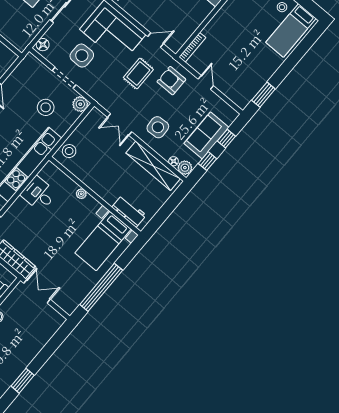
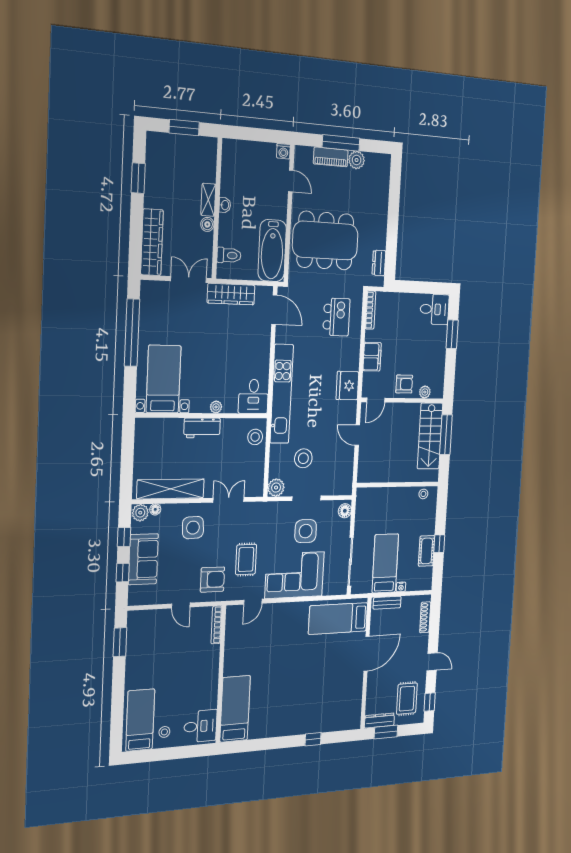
desk: (39, 194) -> (253, 396), moved, turned 90
workbench: (129, 211) -> (202, 428), moved
double door: (37, 291) -> (189, 280), swing flipped
wardrobe: (44, 334) -> (152, 242), added

